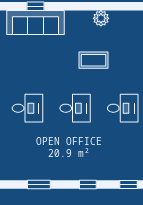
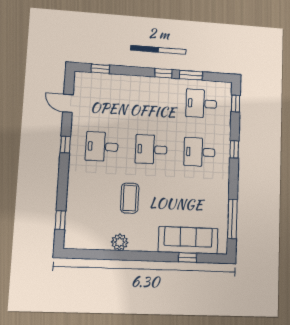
coffee table: (94, 60) -> (130, 198), turned 90
desk: (27, 157) -> (201, 104), added
window: (88, 185) -> (163, 73), moved

